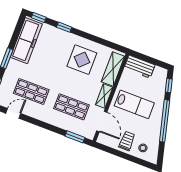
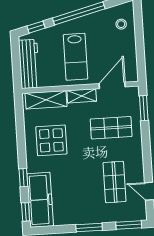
freezer: (26, 41) -> (40, 200), moved, turned 90
workbench: (139, 67) -> (29, 64), width x1.37
lab bench: (134, 104) -> (76, 57), turned 180
shop shelf: (71, 107) -> (111, 128), turned 90
trolley: (127, 141) -> (121, 46), removed

